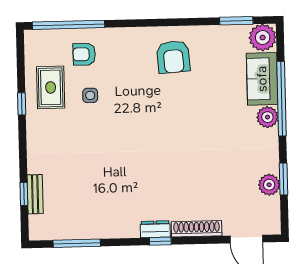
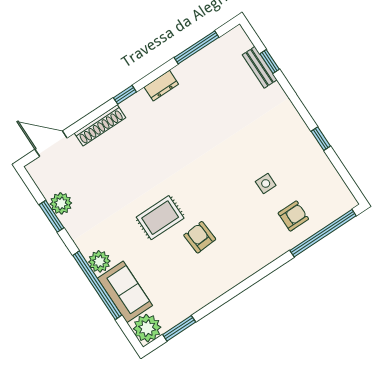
armchair: (173, 57) -> (200, 237), moved, width x0.72, depth x0.72
rug: (51, 87) -> (160, 218), moved, turned 90
dresser: (155, 229) -> (161, 86), moved

